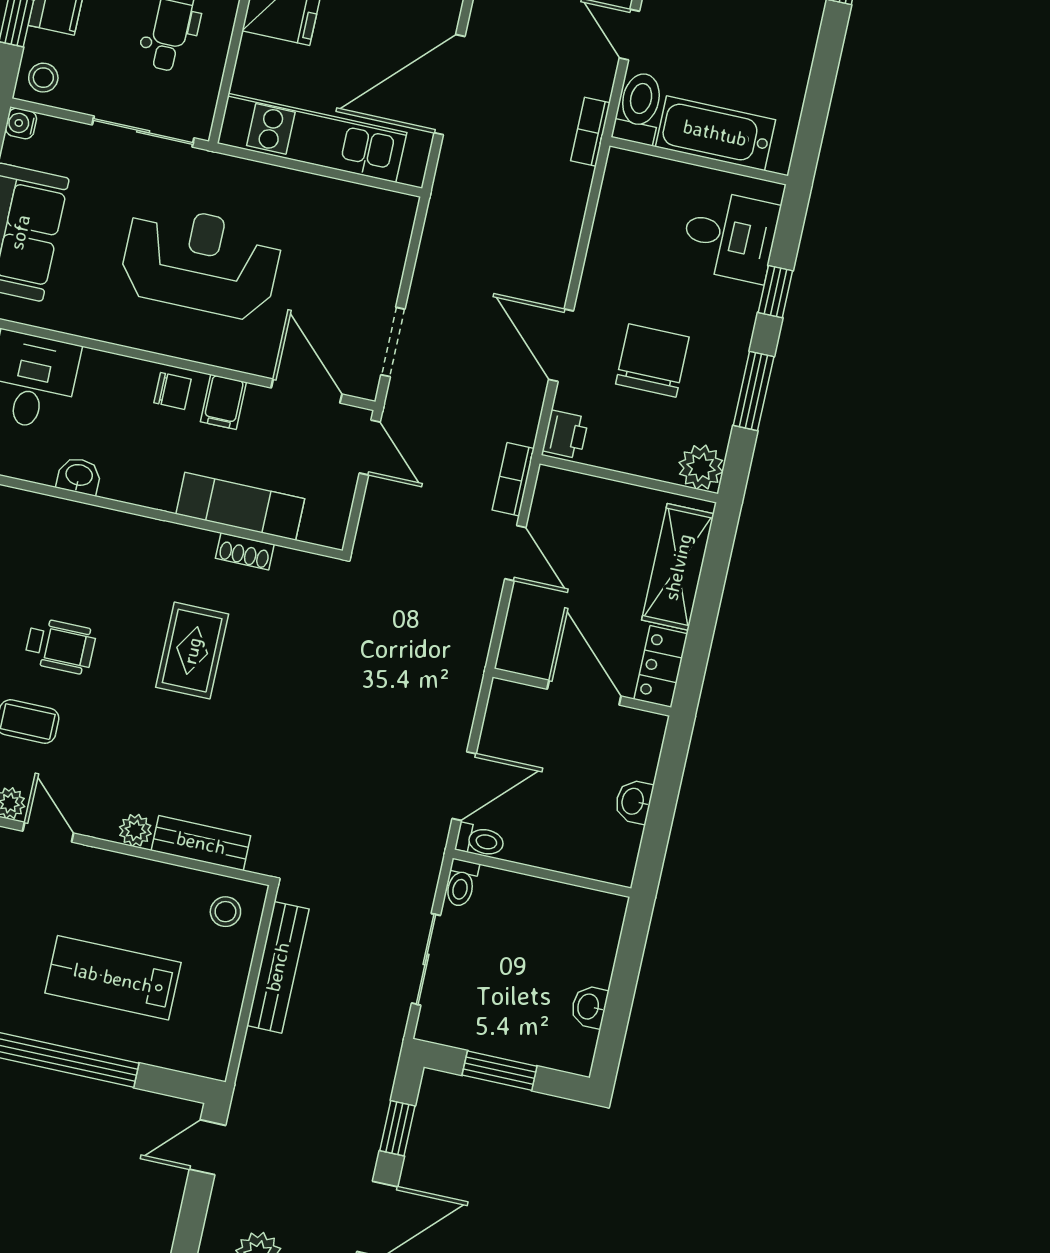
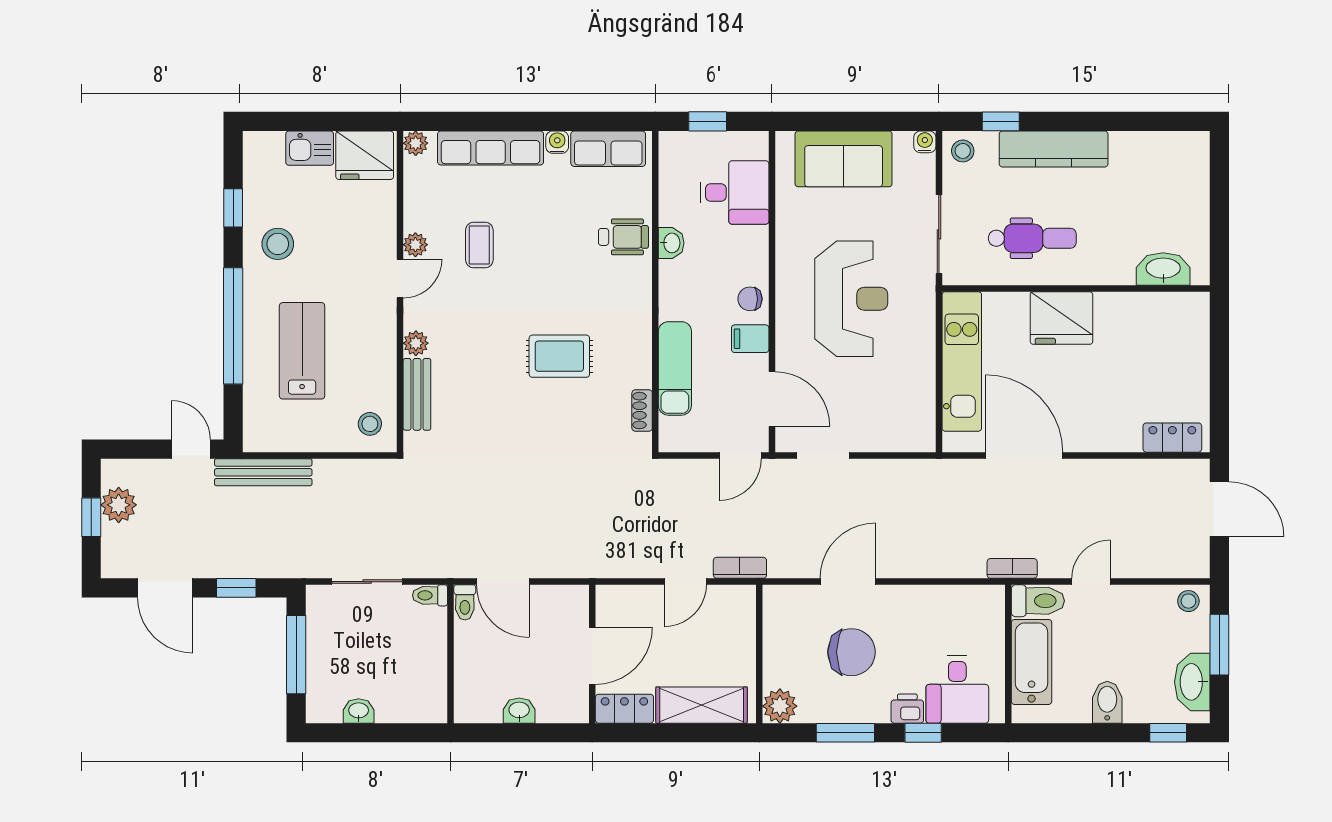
bidet: (788, 48) -> (1107, 702), added
chair: (172, 391) -> (750, 299), turned 90
door: (307, 391) -> (772, 399), hinge flipped
printer: (565, 434) -> (907, 709), moved, turned 180
shoe rack: (245, 551) -> (642, 411), moved
wheelchair: (60, 646) -> (623, 237), moved, turned -90
bench: (278, 967) -> (263, 472), moved
window: (500, 1071) -> (296, 655), width x1.44

